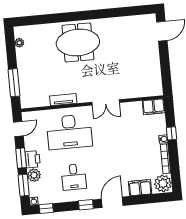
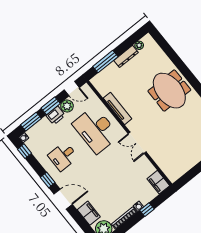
dresser: (22, 61) -> (126, 56), added
tv unit: (63, 100) -> (118, 108), width x1.41
plant: (34, 175) -> (67, 106), moved

